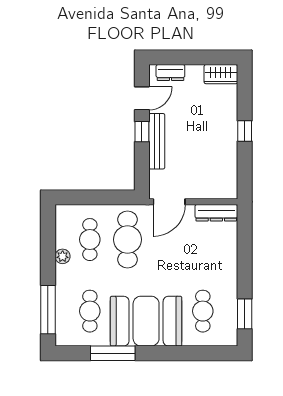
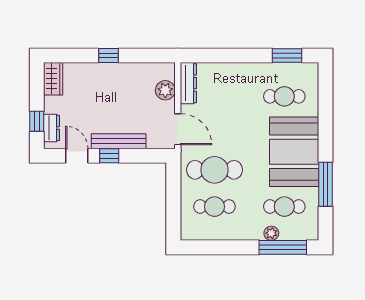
window: (177, 57) -> (37, 121), added
plant: (209, 189) -> (165, 90), added
plant: (63, 256) -> (271, 233), moved

